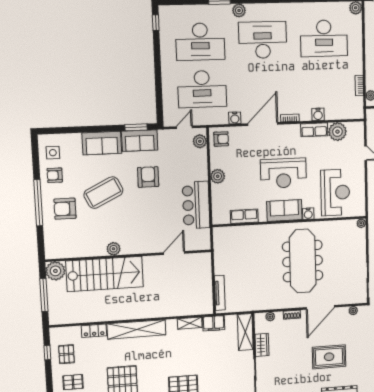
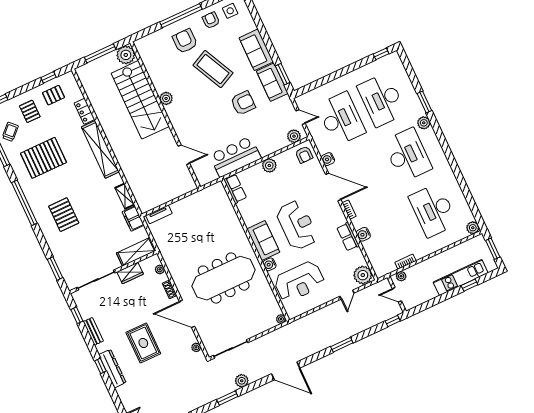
desk: (202, 89) -> (341, 119), turned 180
plant: (337, 132) -> (363, 275), moved
reception desk: (283, 173) -> (297, 225), turned 180
row of seats: (244, 216) -> (235, 189), moved
tv unit: (220, 293) -> (159, 214), width x0.71

